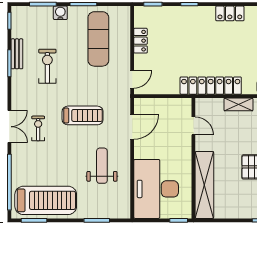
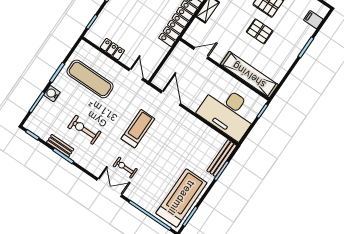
weight bench: (102, 166) -> (184, 140), removed
bench: (109, 213) -> (222, 158), added

